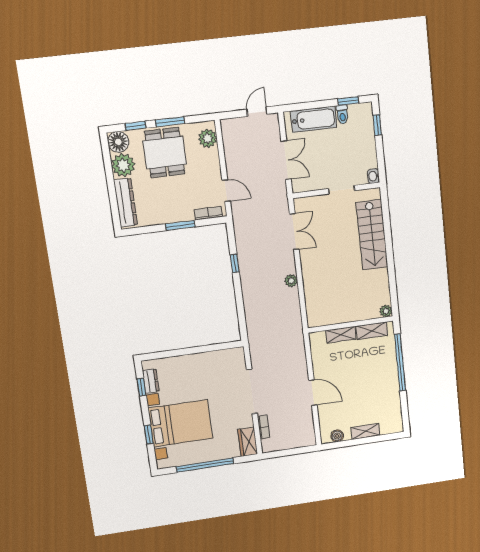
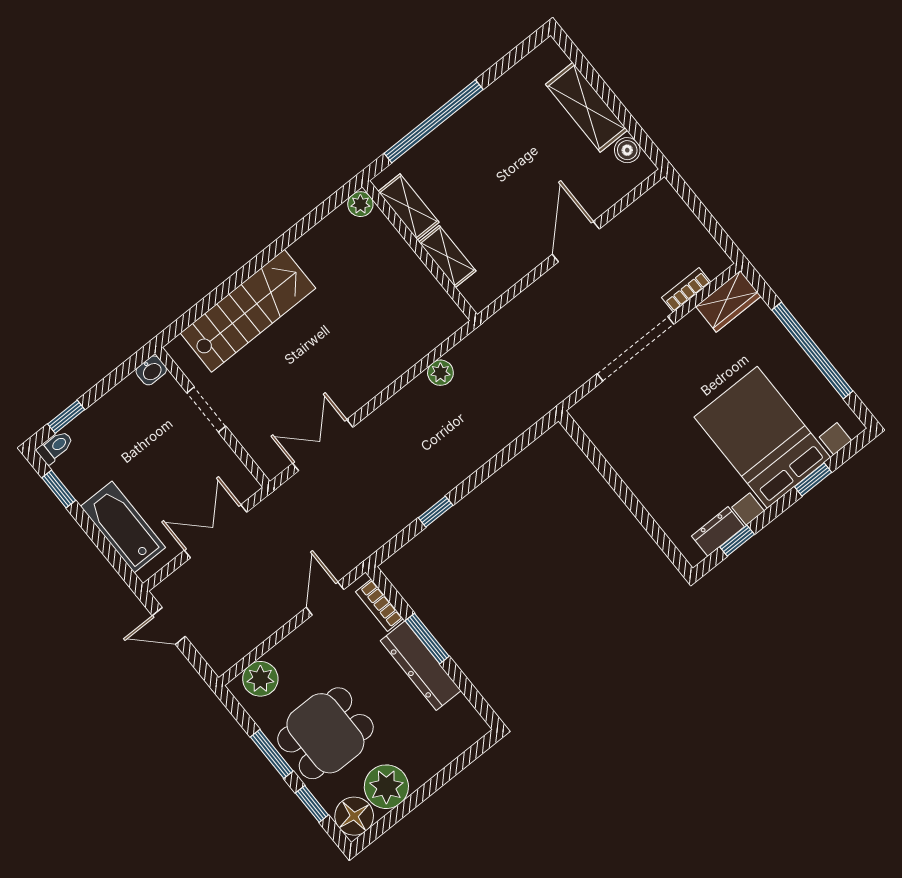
toilet: (342, 114) -> (55, 447), moved
dresser: (126, 203) -> (421, 666), moved, turned -90
plant: (291, 281) -> (440, 373), moved
shelving: (365, 431) -> (587, 107), width x1.50, depth x1.33

